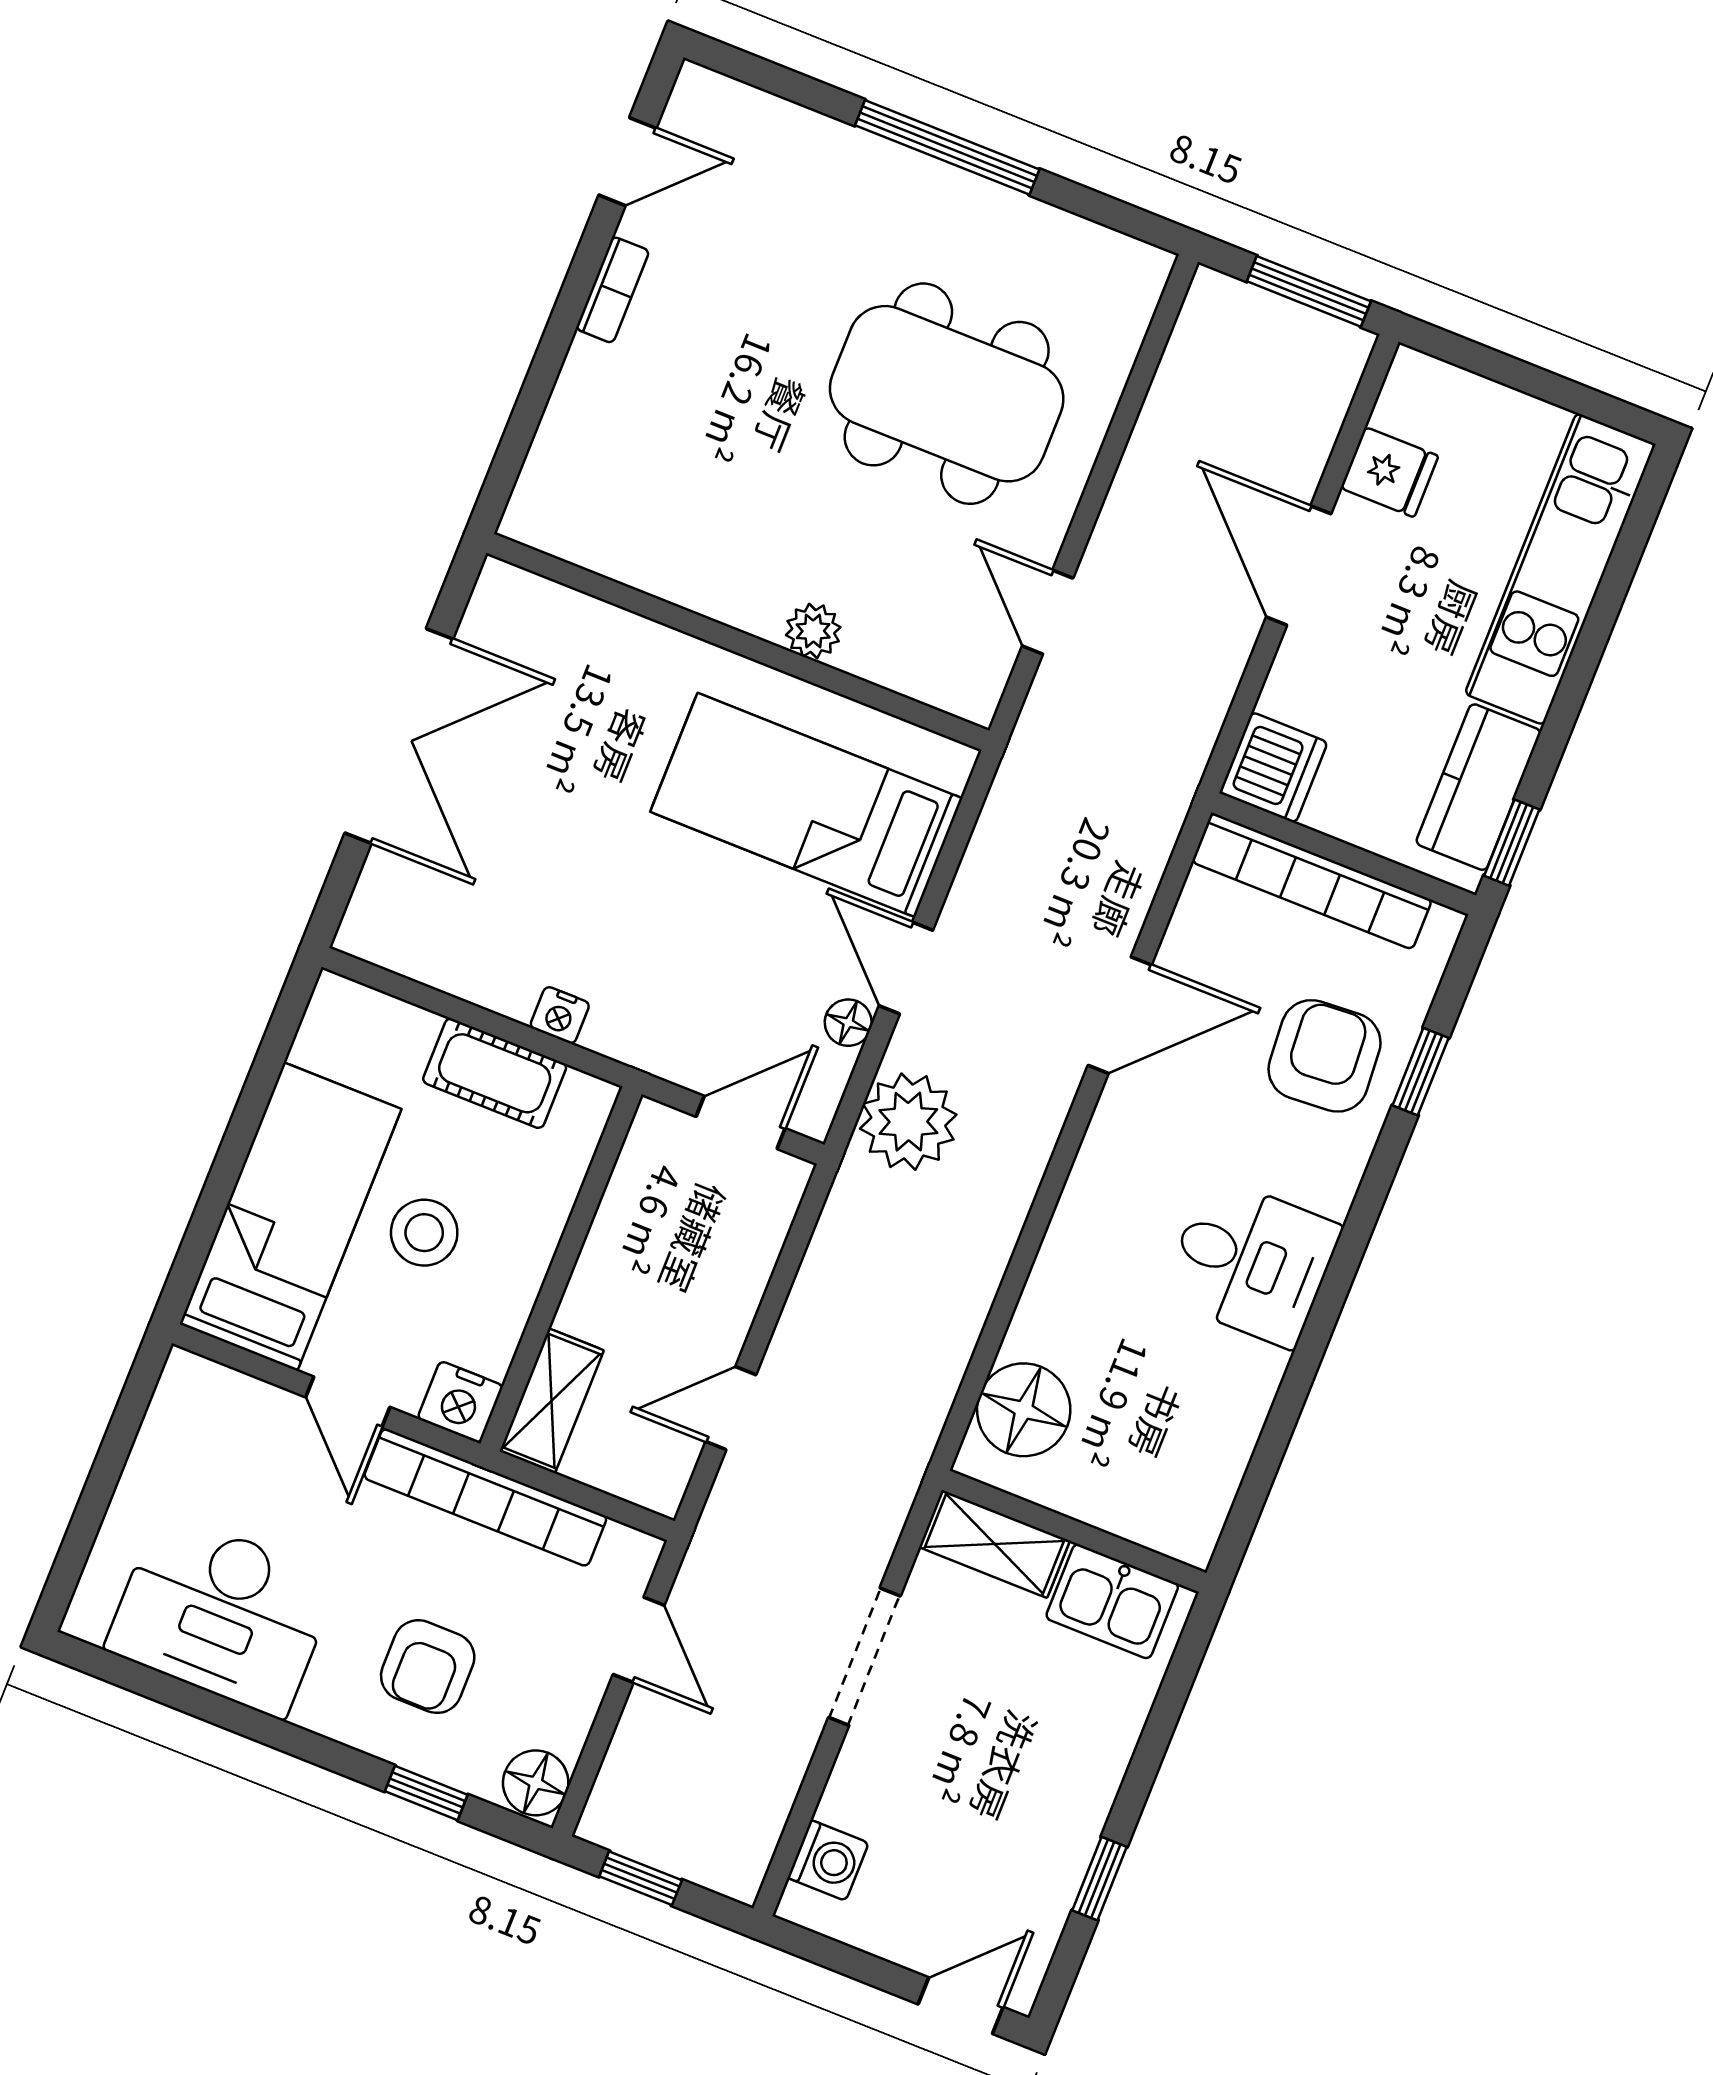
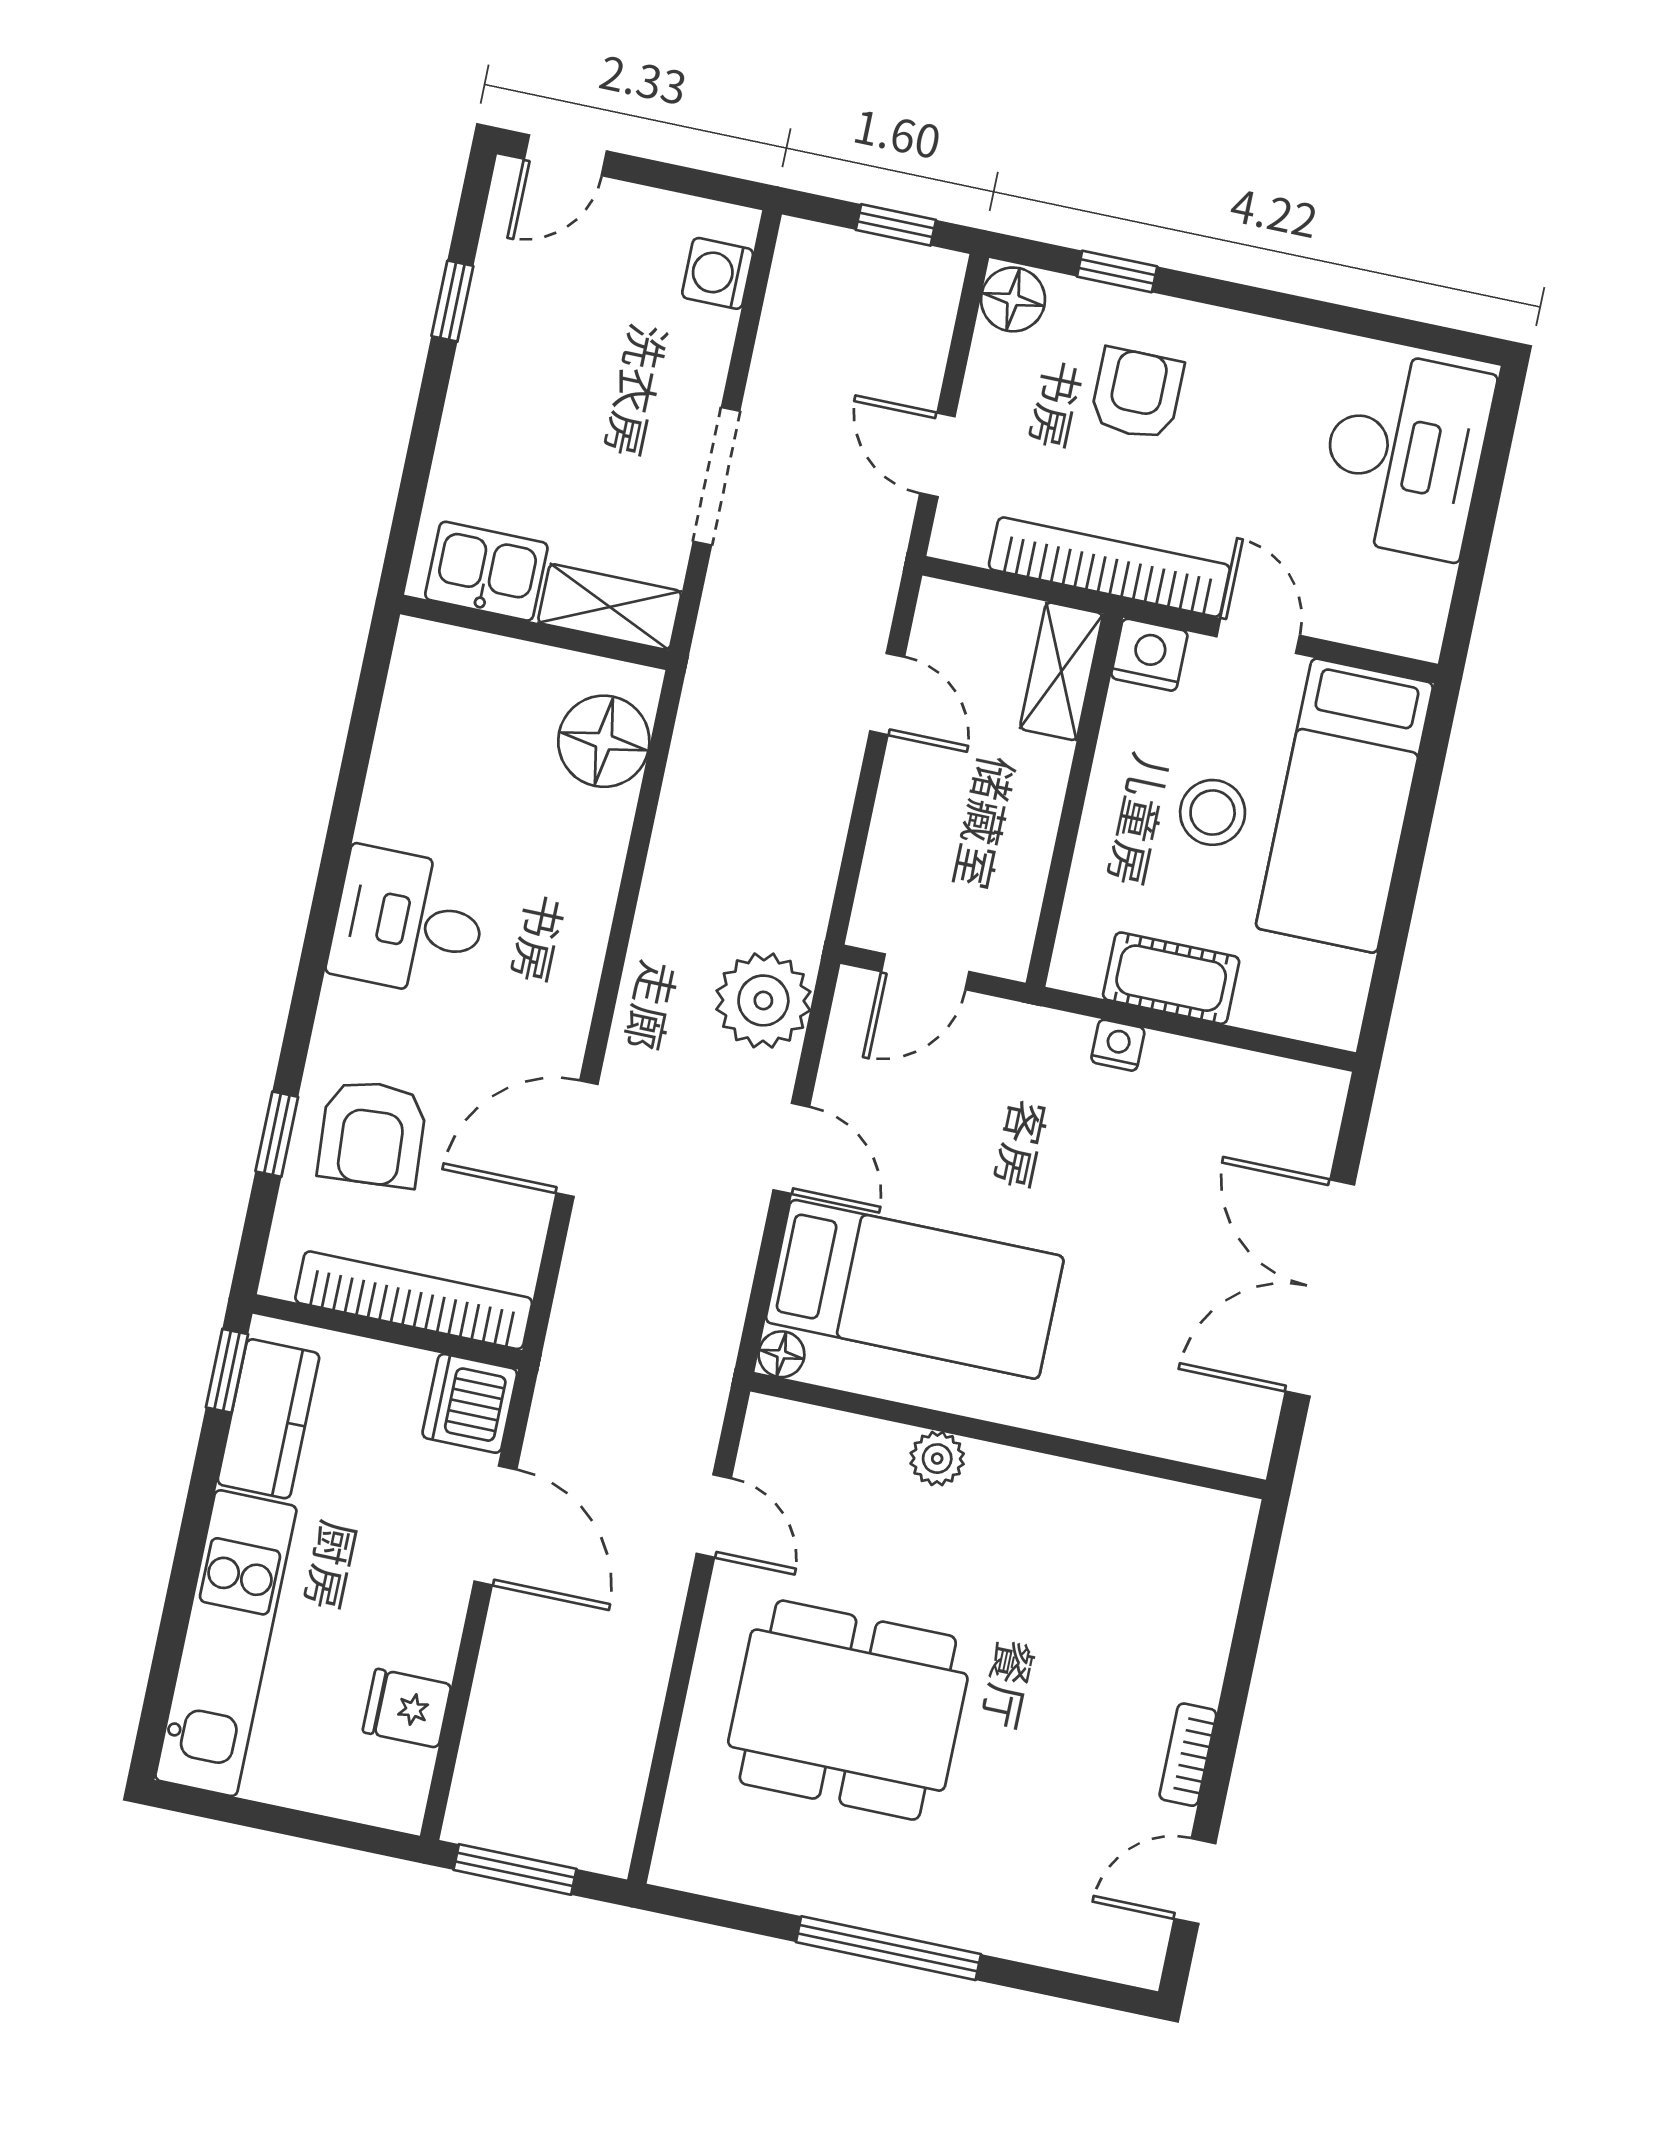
door: (1299, 565) -> (495, 1525), moved
floor lamp: (848, 1023) -> (781, 1354), moved
door: (731, 1408) -> (887, 694), hinge flipped
desk: (222, 1614) -> (1405, 454), moved, turned 90

